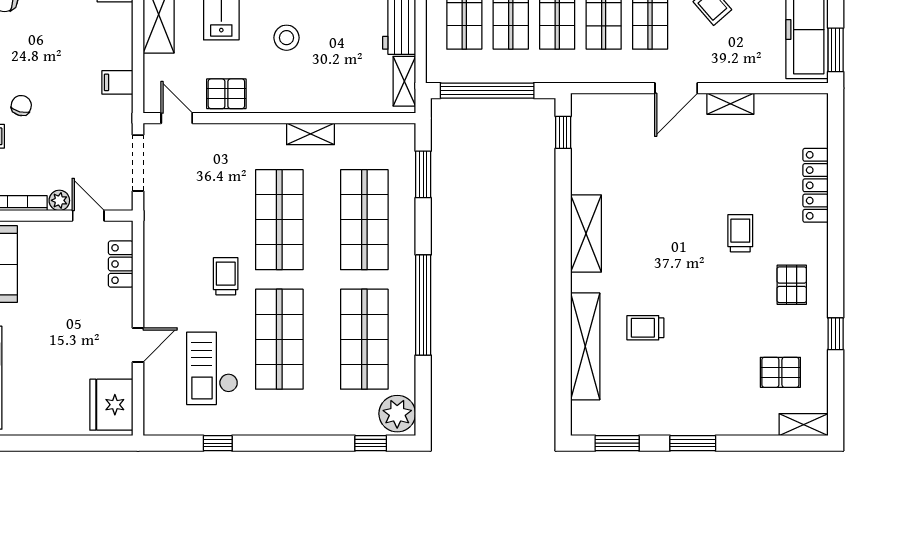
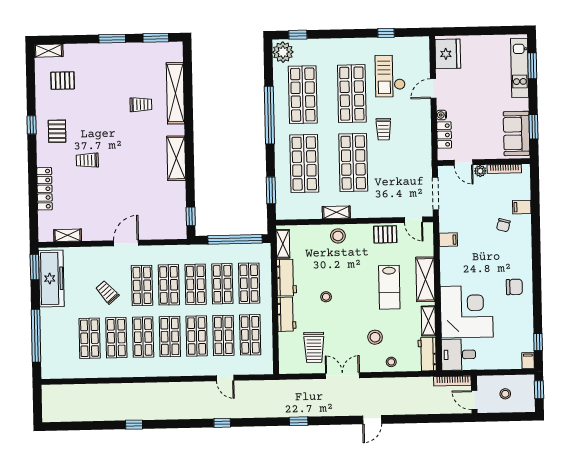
stool: (286, 38) -> (338, 236), moved
shelving: (730, 104) -> (68, 235), moved
trolley: (740, 233) -> (87, 160), turned 90
water cooler: (124, 299) -> (442, 115), added
window: (836, 334) -> (32, 125), moved
checkout: (212, 368) -> (390, 76), turned 180

